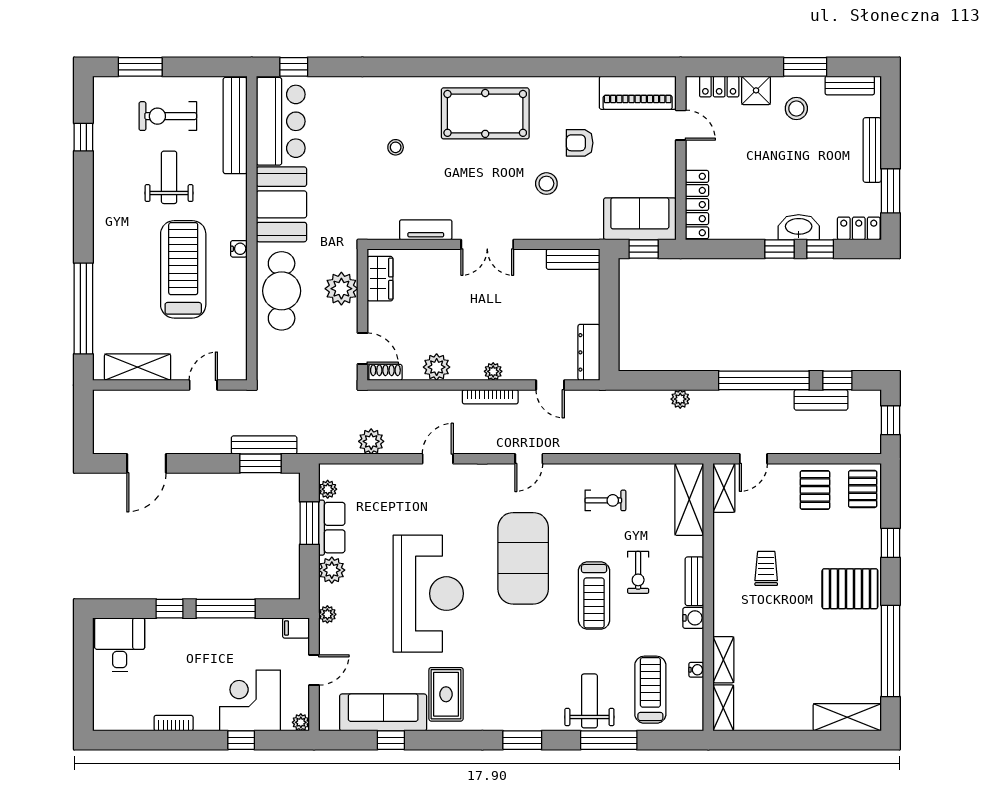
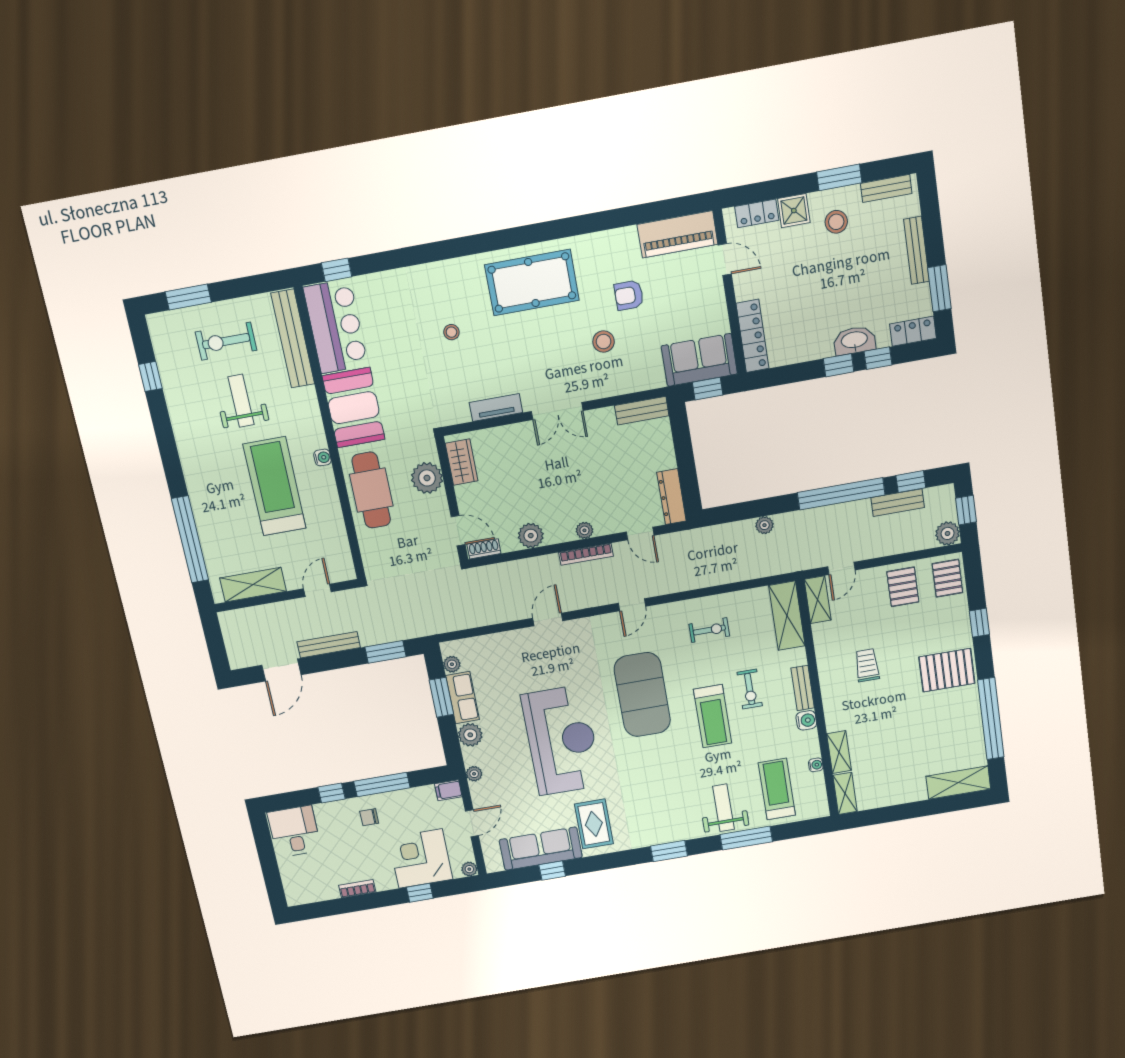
plant: (371, 441) -> (948, 533), moved
bench: (264, 445) -> (329, 645), moved
chair: (204, 643) -> (369, 817), added

